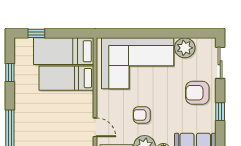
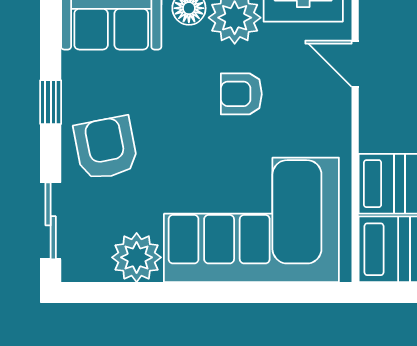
armchair: (197, 93) -> (106, 148), turned -101
armchair: (142, 115) -> (241, 94), turned 180

